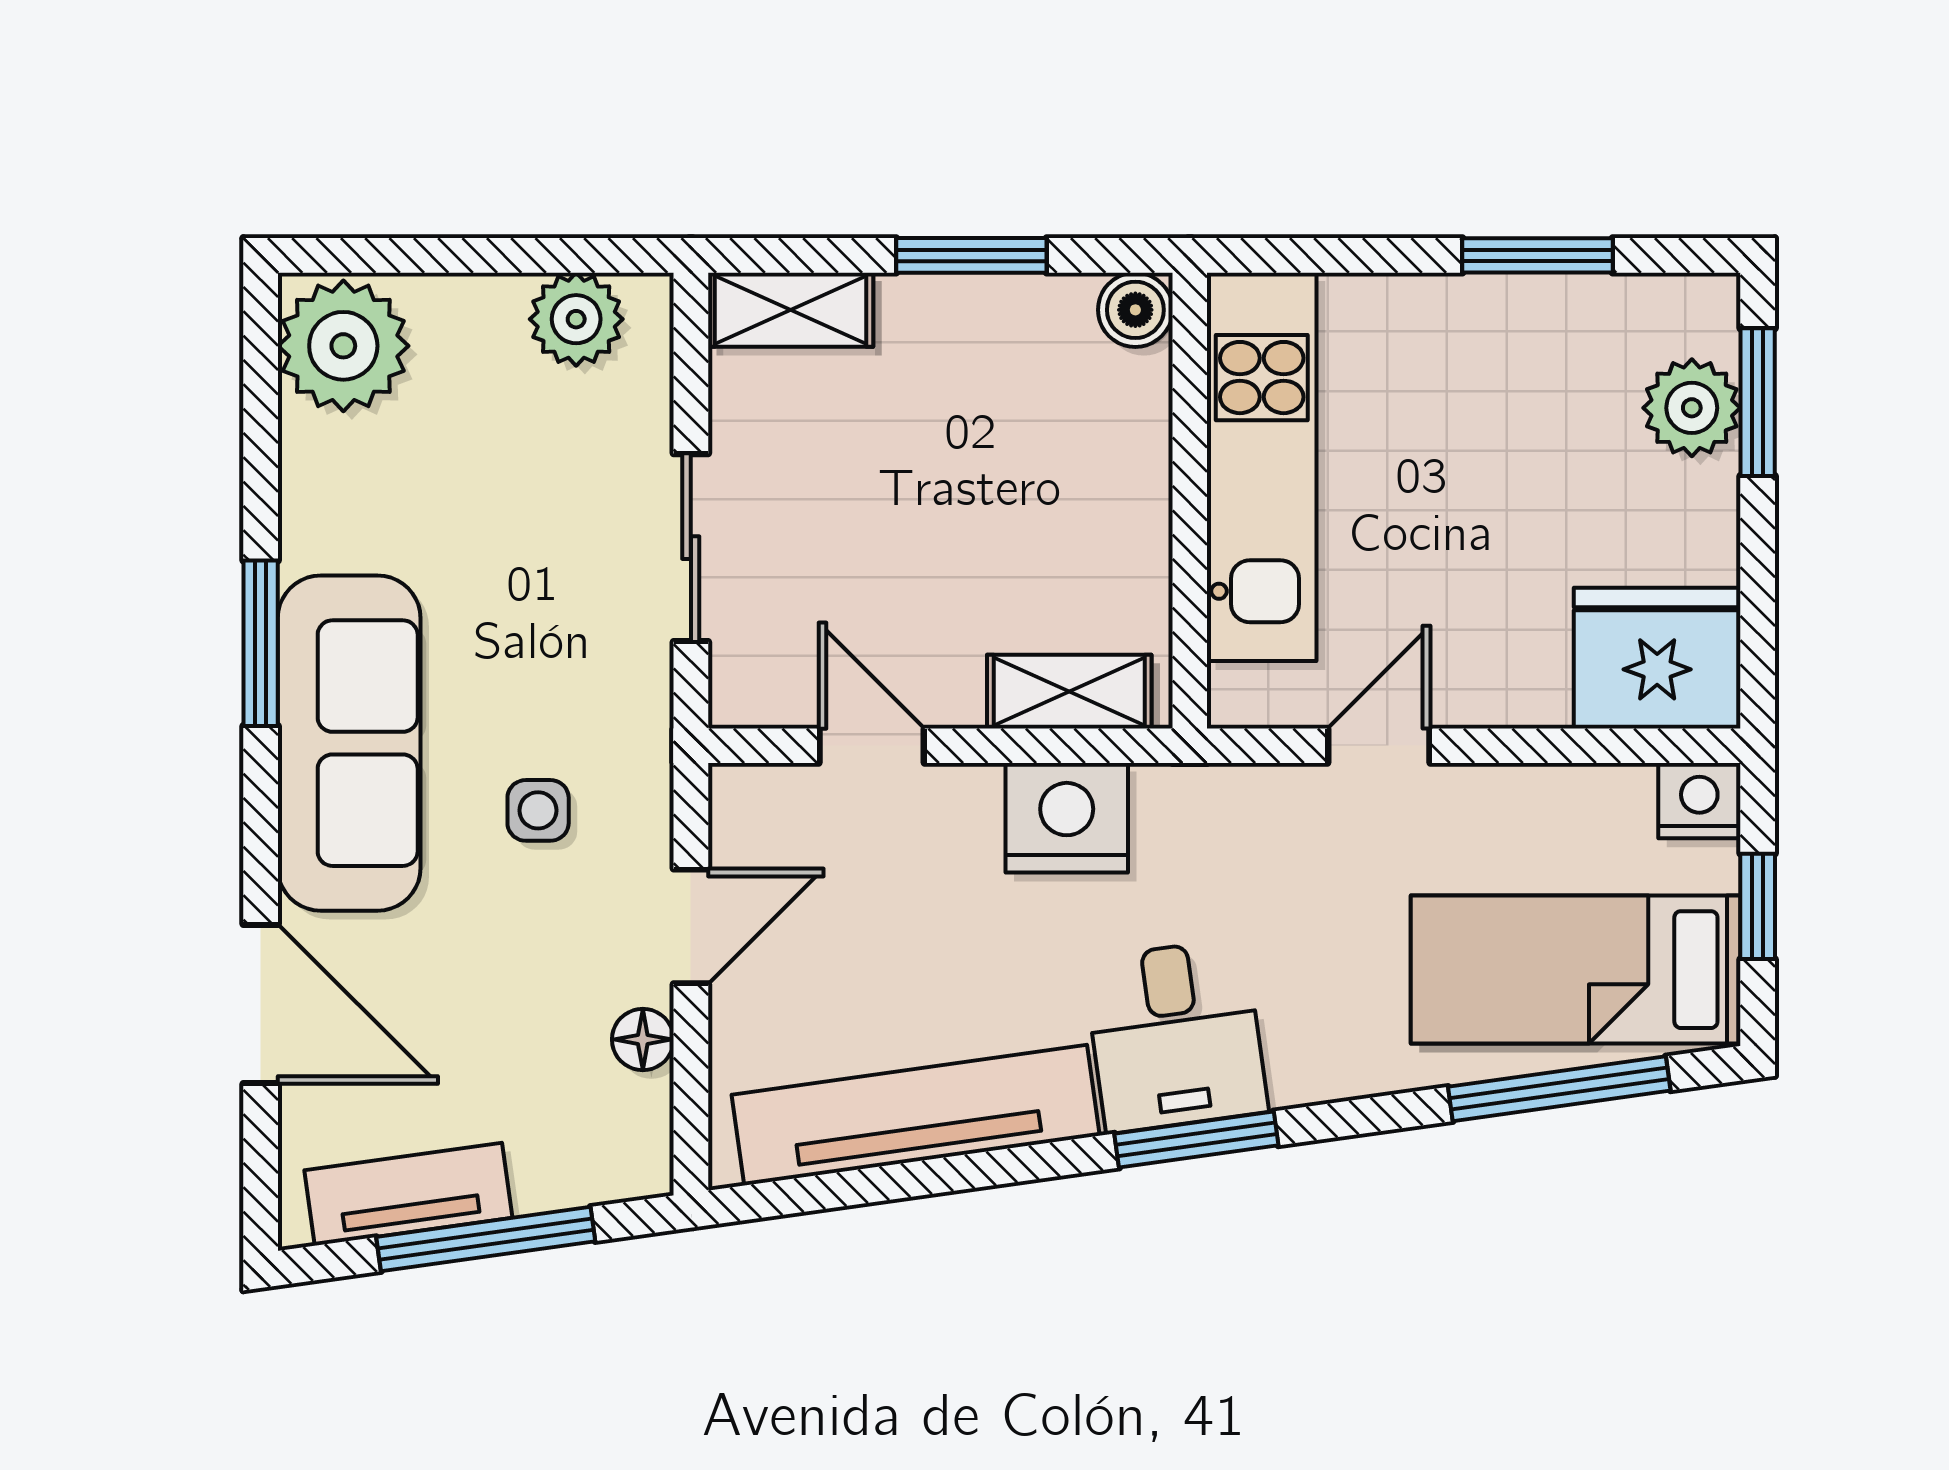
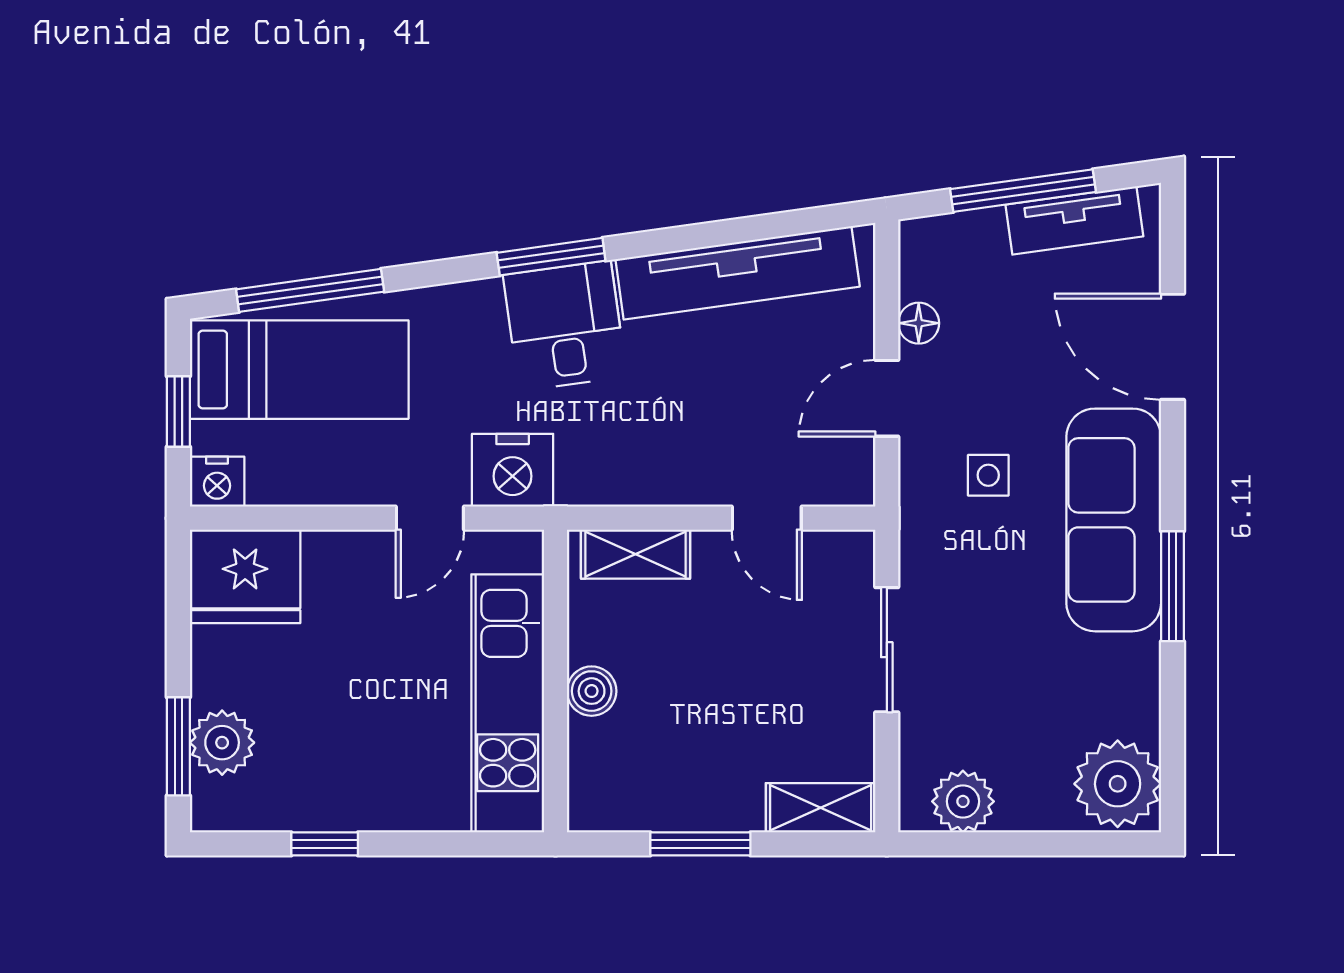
window: (1537, 255) -> (325, 844), width x0.67
boiler: (1135, 310) -> (592, 691), moved
nightstand: (1067, 818) -> (513, 470), moved

